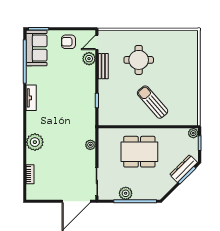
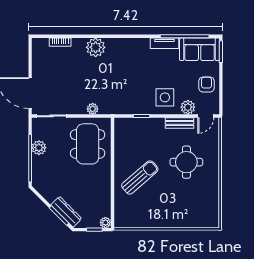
door: (97, 42) -> (206, 116), swing flipped
side table: (80, 79) -> (165, 97), added
tv unit: (31, 98) -> (164, 43), moved
dining table: (139, 152) -> (88, 144), moved

